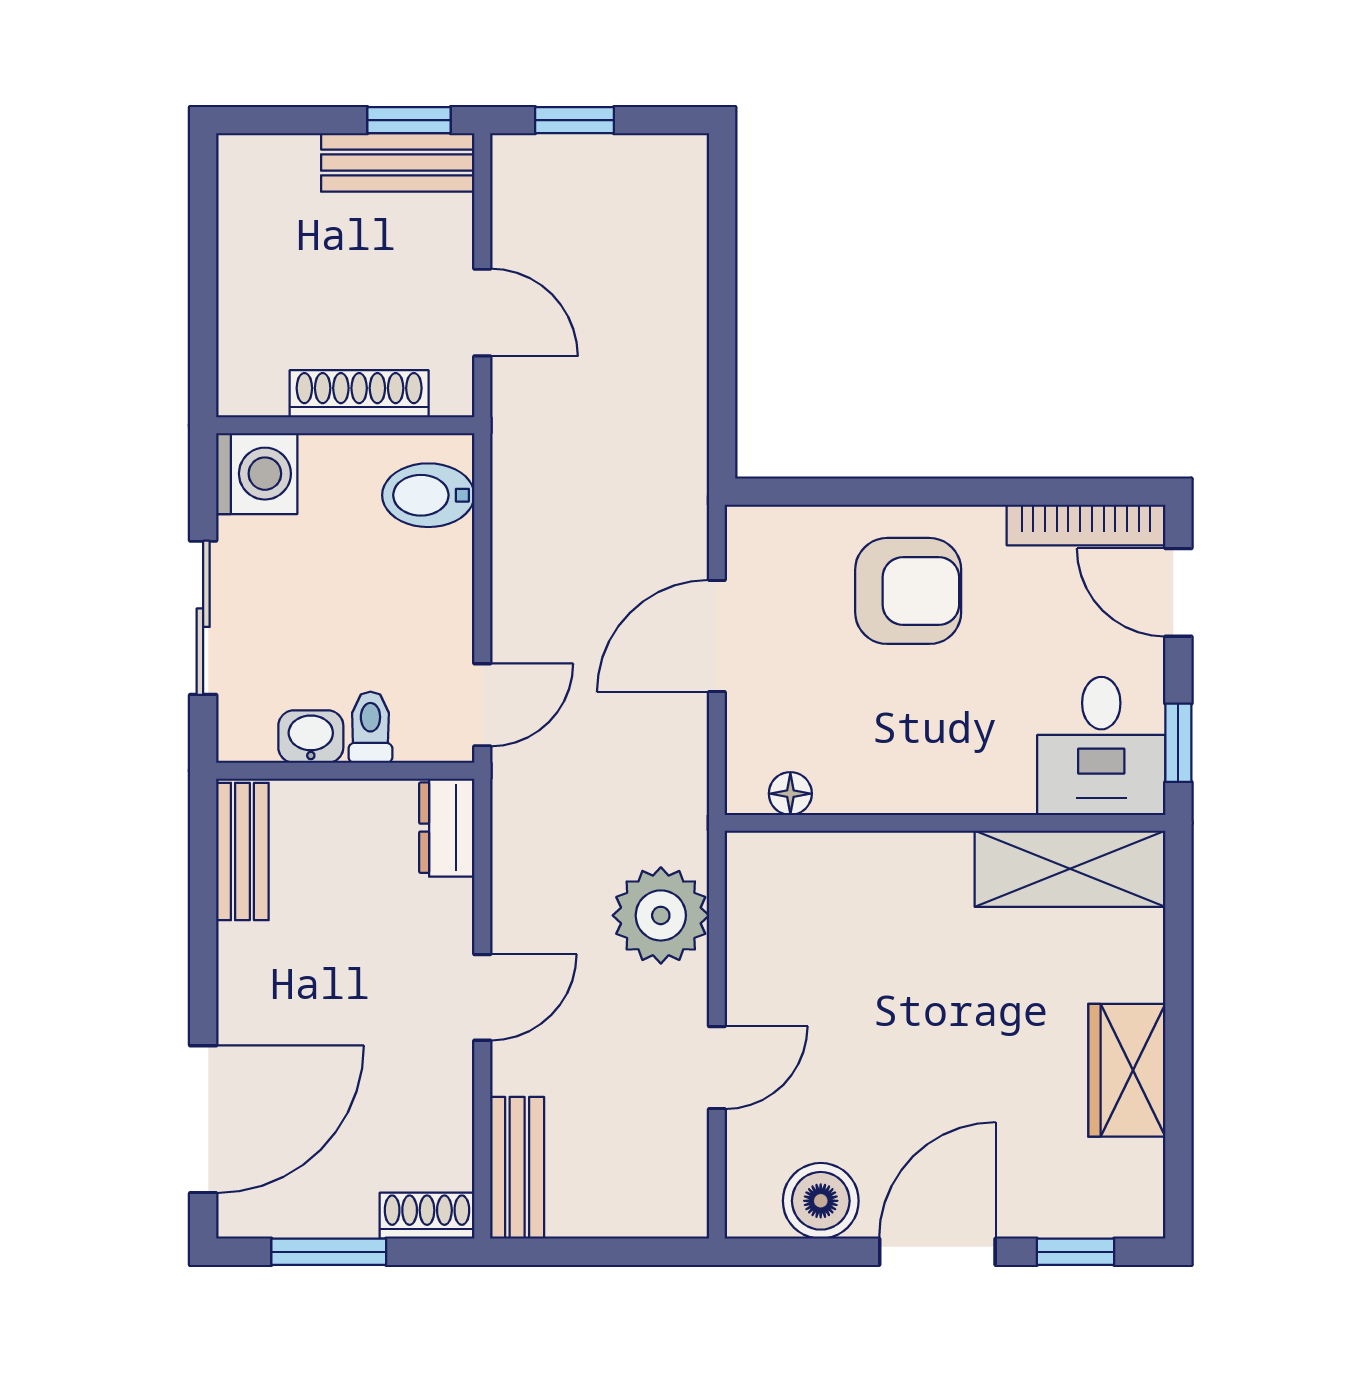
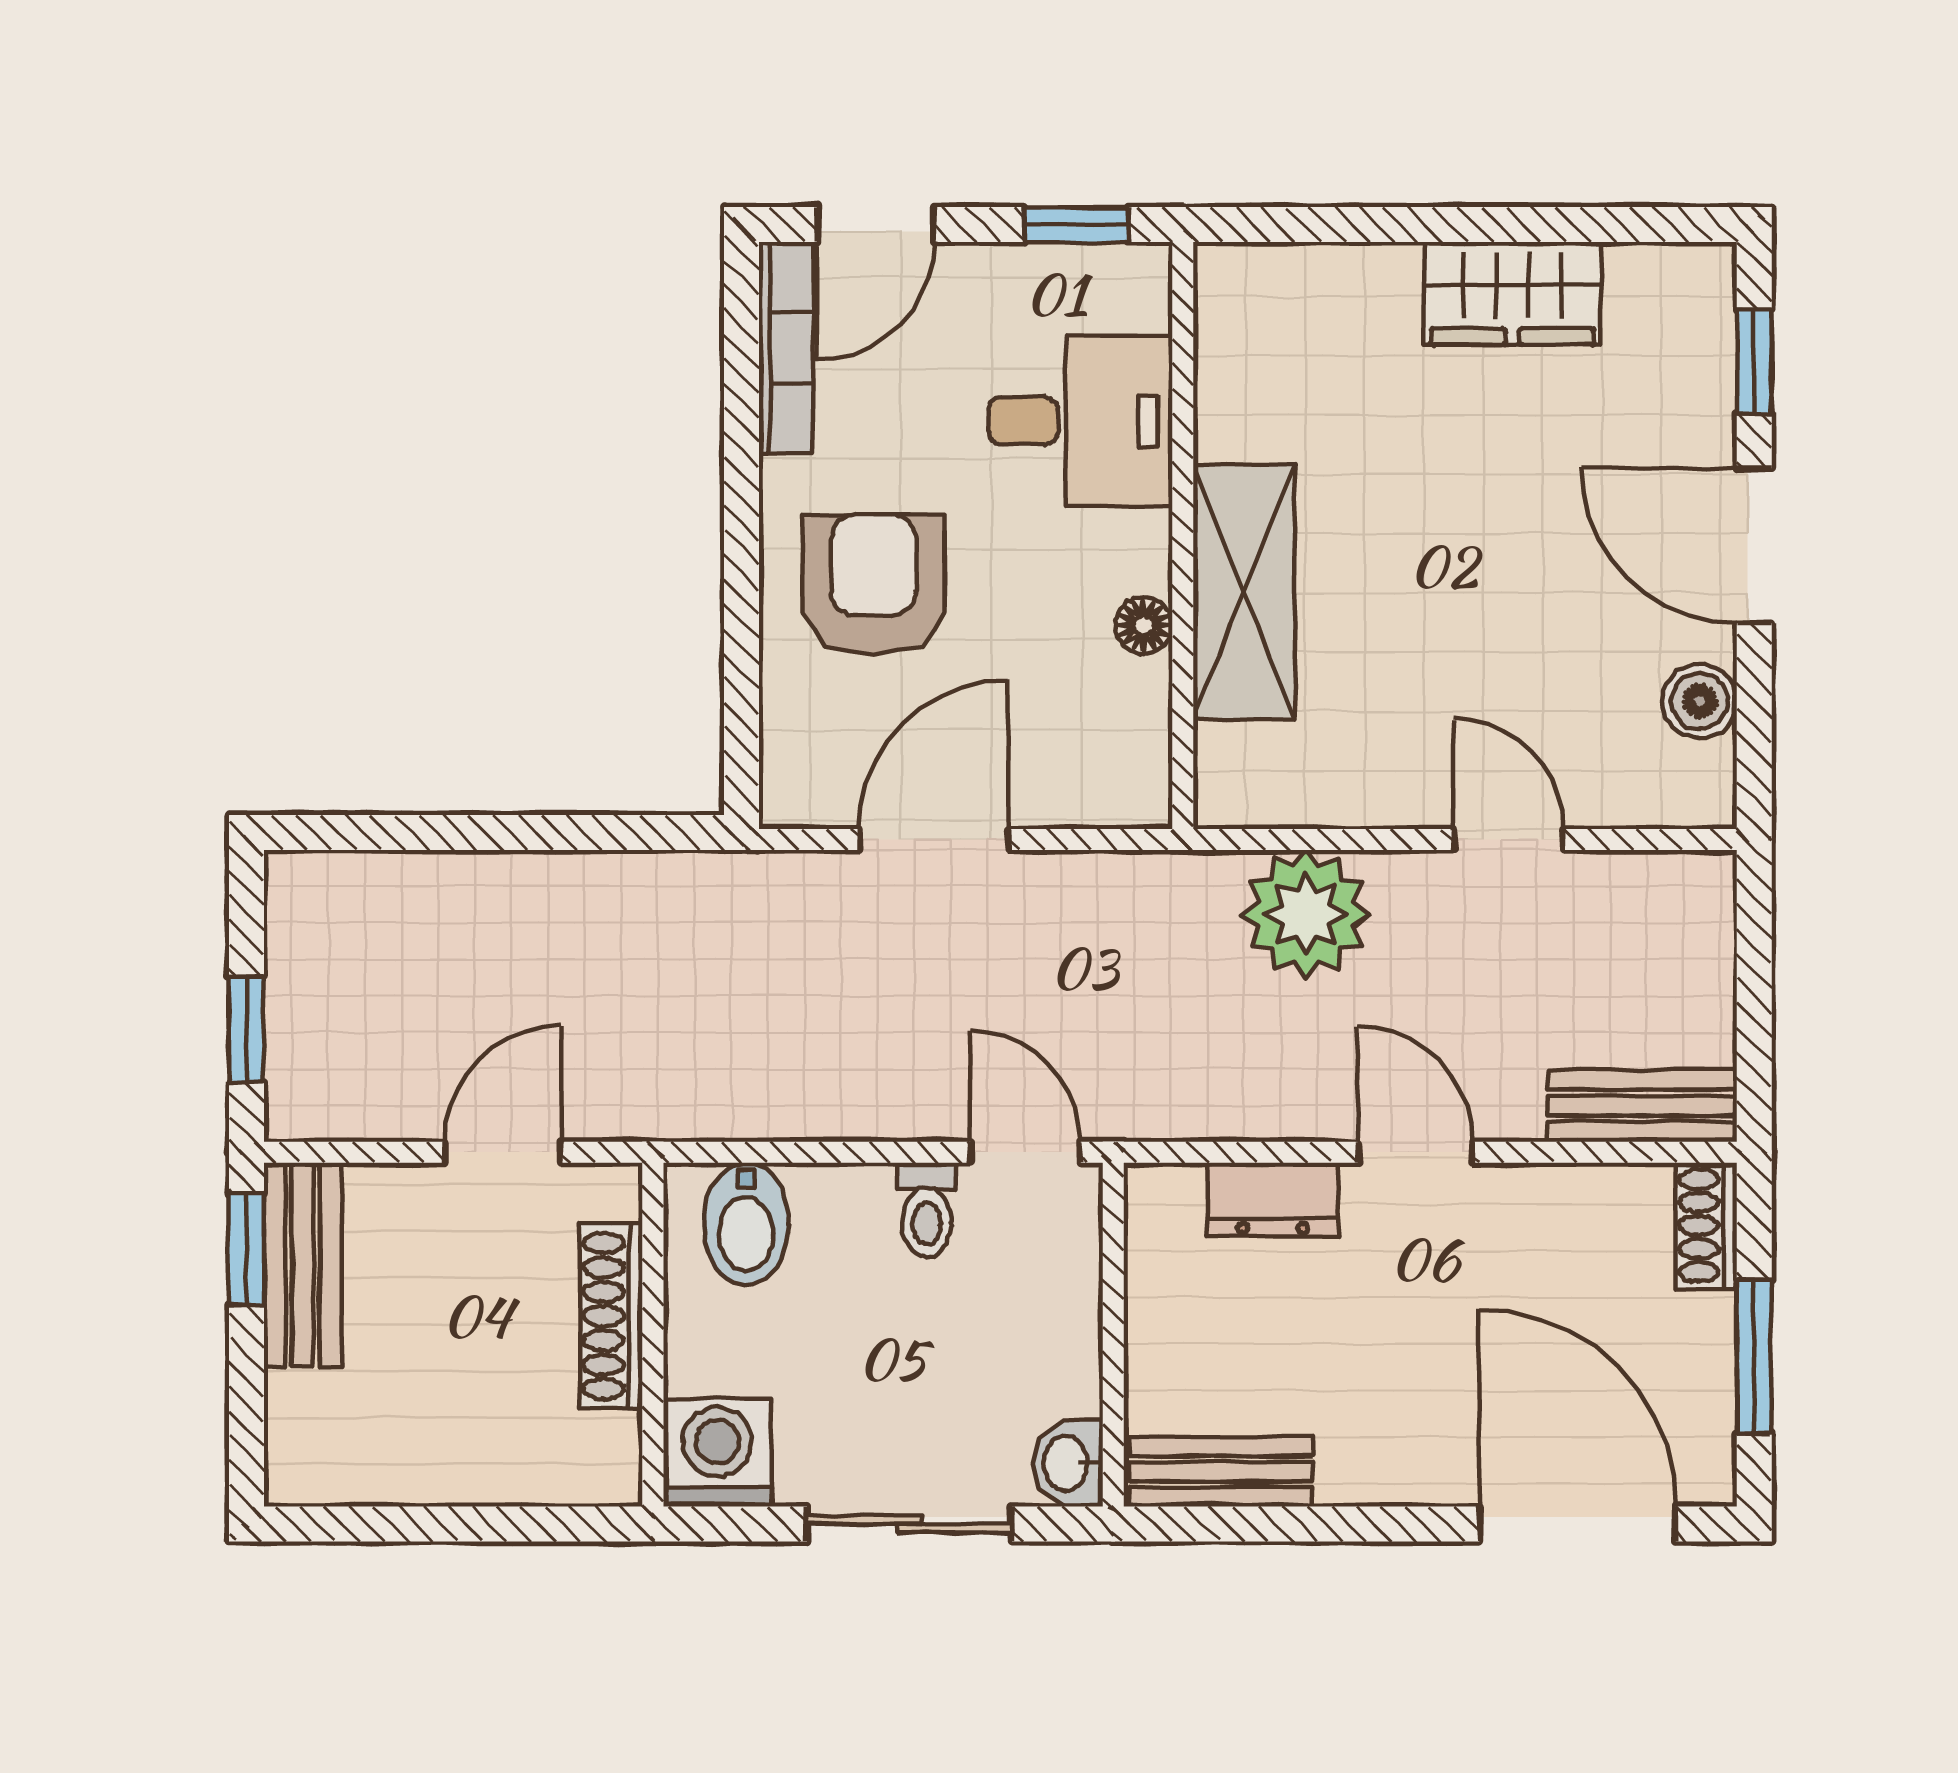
door: (717, 636) -> (934, 840), swing flipped
toilet: (370, 727) -> (927, 1210), moved, turned -90
washbasin: (311, 737) -> (1068, 1463), moved
desk: (1101, 746) -> (1080, 421), moved
floor lamp: (790, 794) -> (1144, 625), moved
dresser: (447, 828) -> (1273, 1199), moved
shelving: (1070, 869) -> (1244, 592), moved
boiler: (821, 1201) -> (1700, 701), width x0.73, depth x0.73

